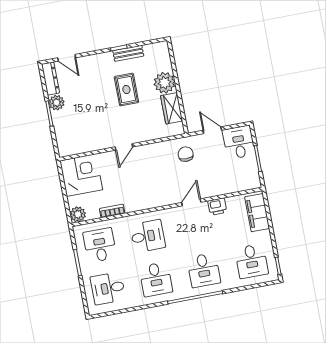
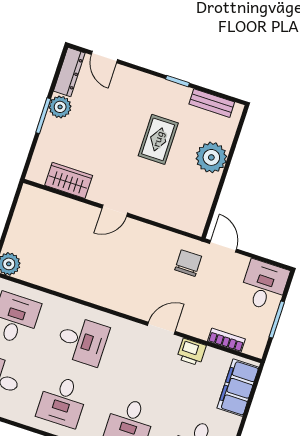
bench: (128, 53) -> (212, 103), moved
wardrobe: (172, 108) -> (69, 180), moved, turned 90
door: (212, 130) -> (223, 246), moved
corner desk: (81, 175) -> (40, 217), removed
bookcase: (112, 211) -> (226, 340), moved

